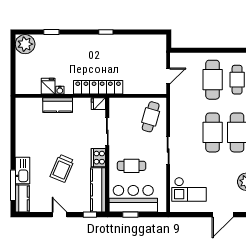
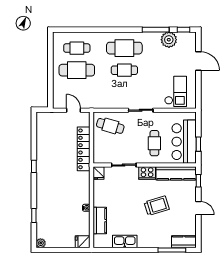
plant: (25, 44) -> (41, 243), width x0.53, depth x0.53
fridge: (48, 86) -> (83, 242), moved
locker: (98, 87) -> (84, 149), moved
kitchen counter: (58, 105) -> (100, 221), moved
cafe table: (213, 132) -> (124, 70), width x0.73, depth x0.74
trolley: (62, 168) -> (157, 206), turned -40
kitchen sink: (22, 170) -> (125, 241), moved
door: (59, 215) -> (198, 208), swing flipped

